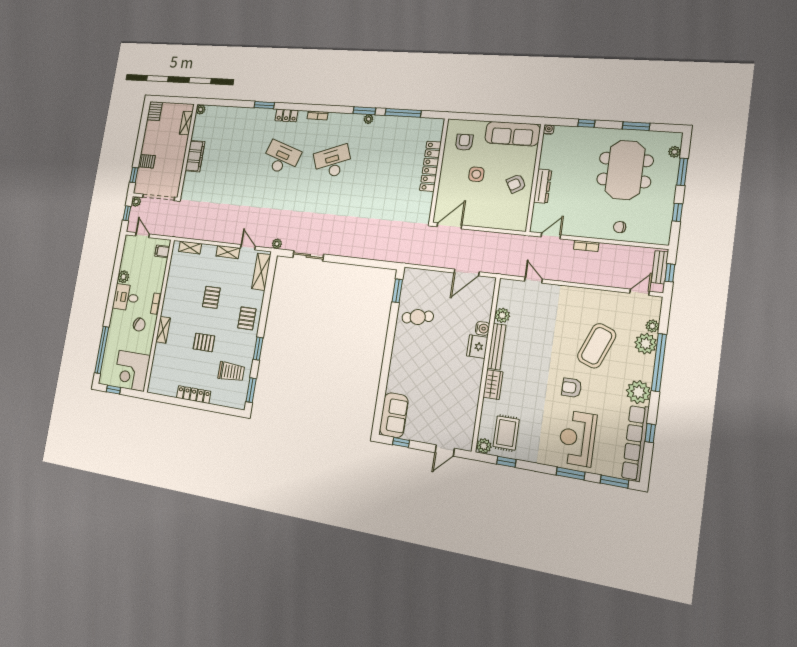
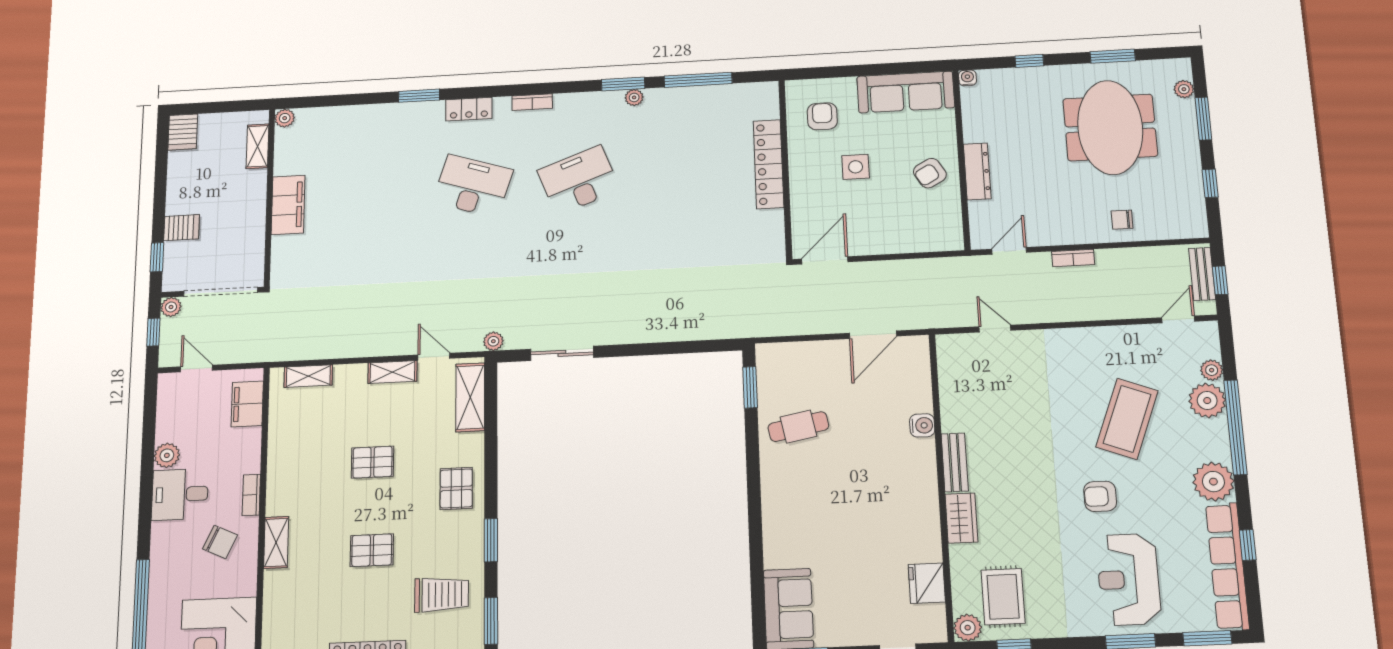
filing cabinet: (162, 251) -> (247, 404), width x2.00
pallet: (211, 297) -> (372, 462), turned 90
plant: (502, 315) -> (953, 397), removed
fridge: (477, 347) -> (927, 583), moved
bench: (497, 347) -> (955, 462), width x0.73

